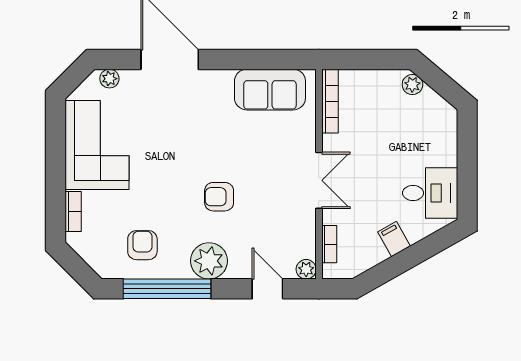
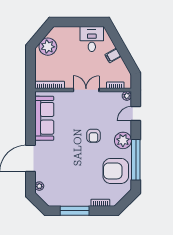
plant: (412, 85) -> (48, 47), width x1.87, depth x1.87
sofa: (270, 90) -> (44, 118), width x1.36
corner sofa: (97, 145) -> (70, 192), removed
window: (56, 155) -> (75, 211), added
armchair: (142, 245) -> (116, 171), width x1.88, depth x1.88

